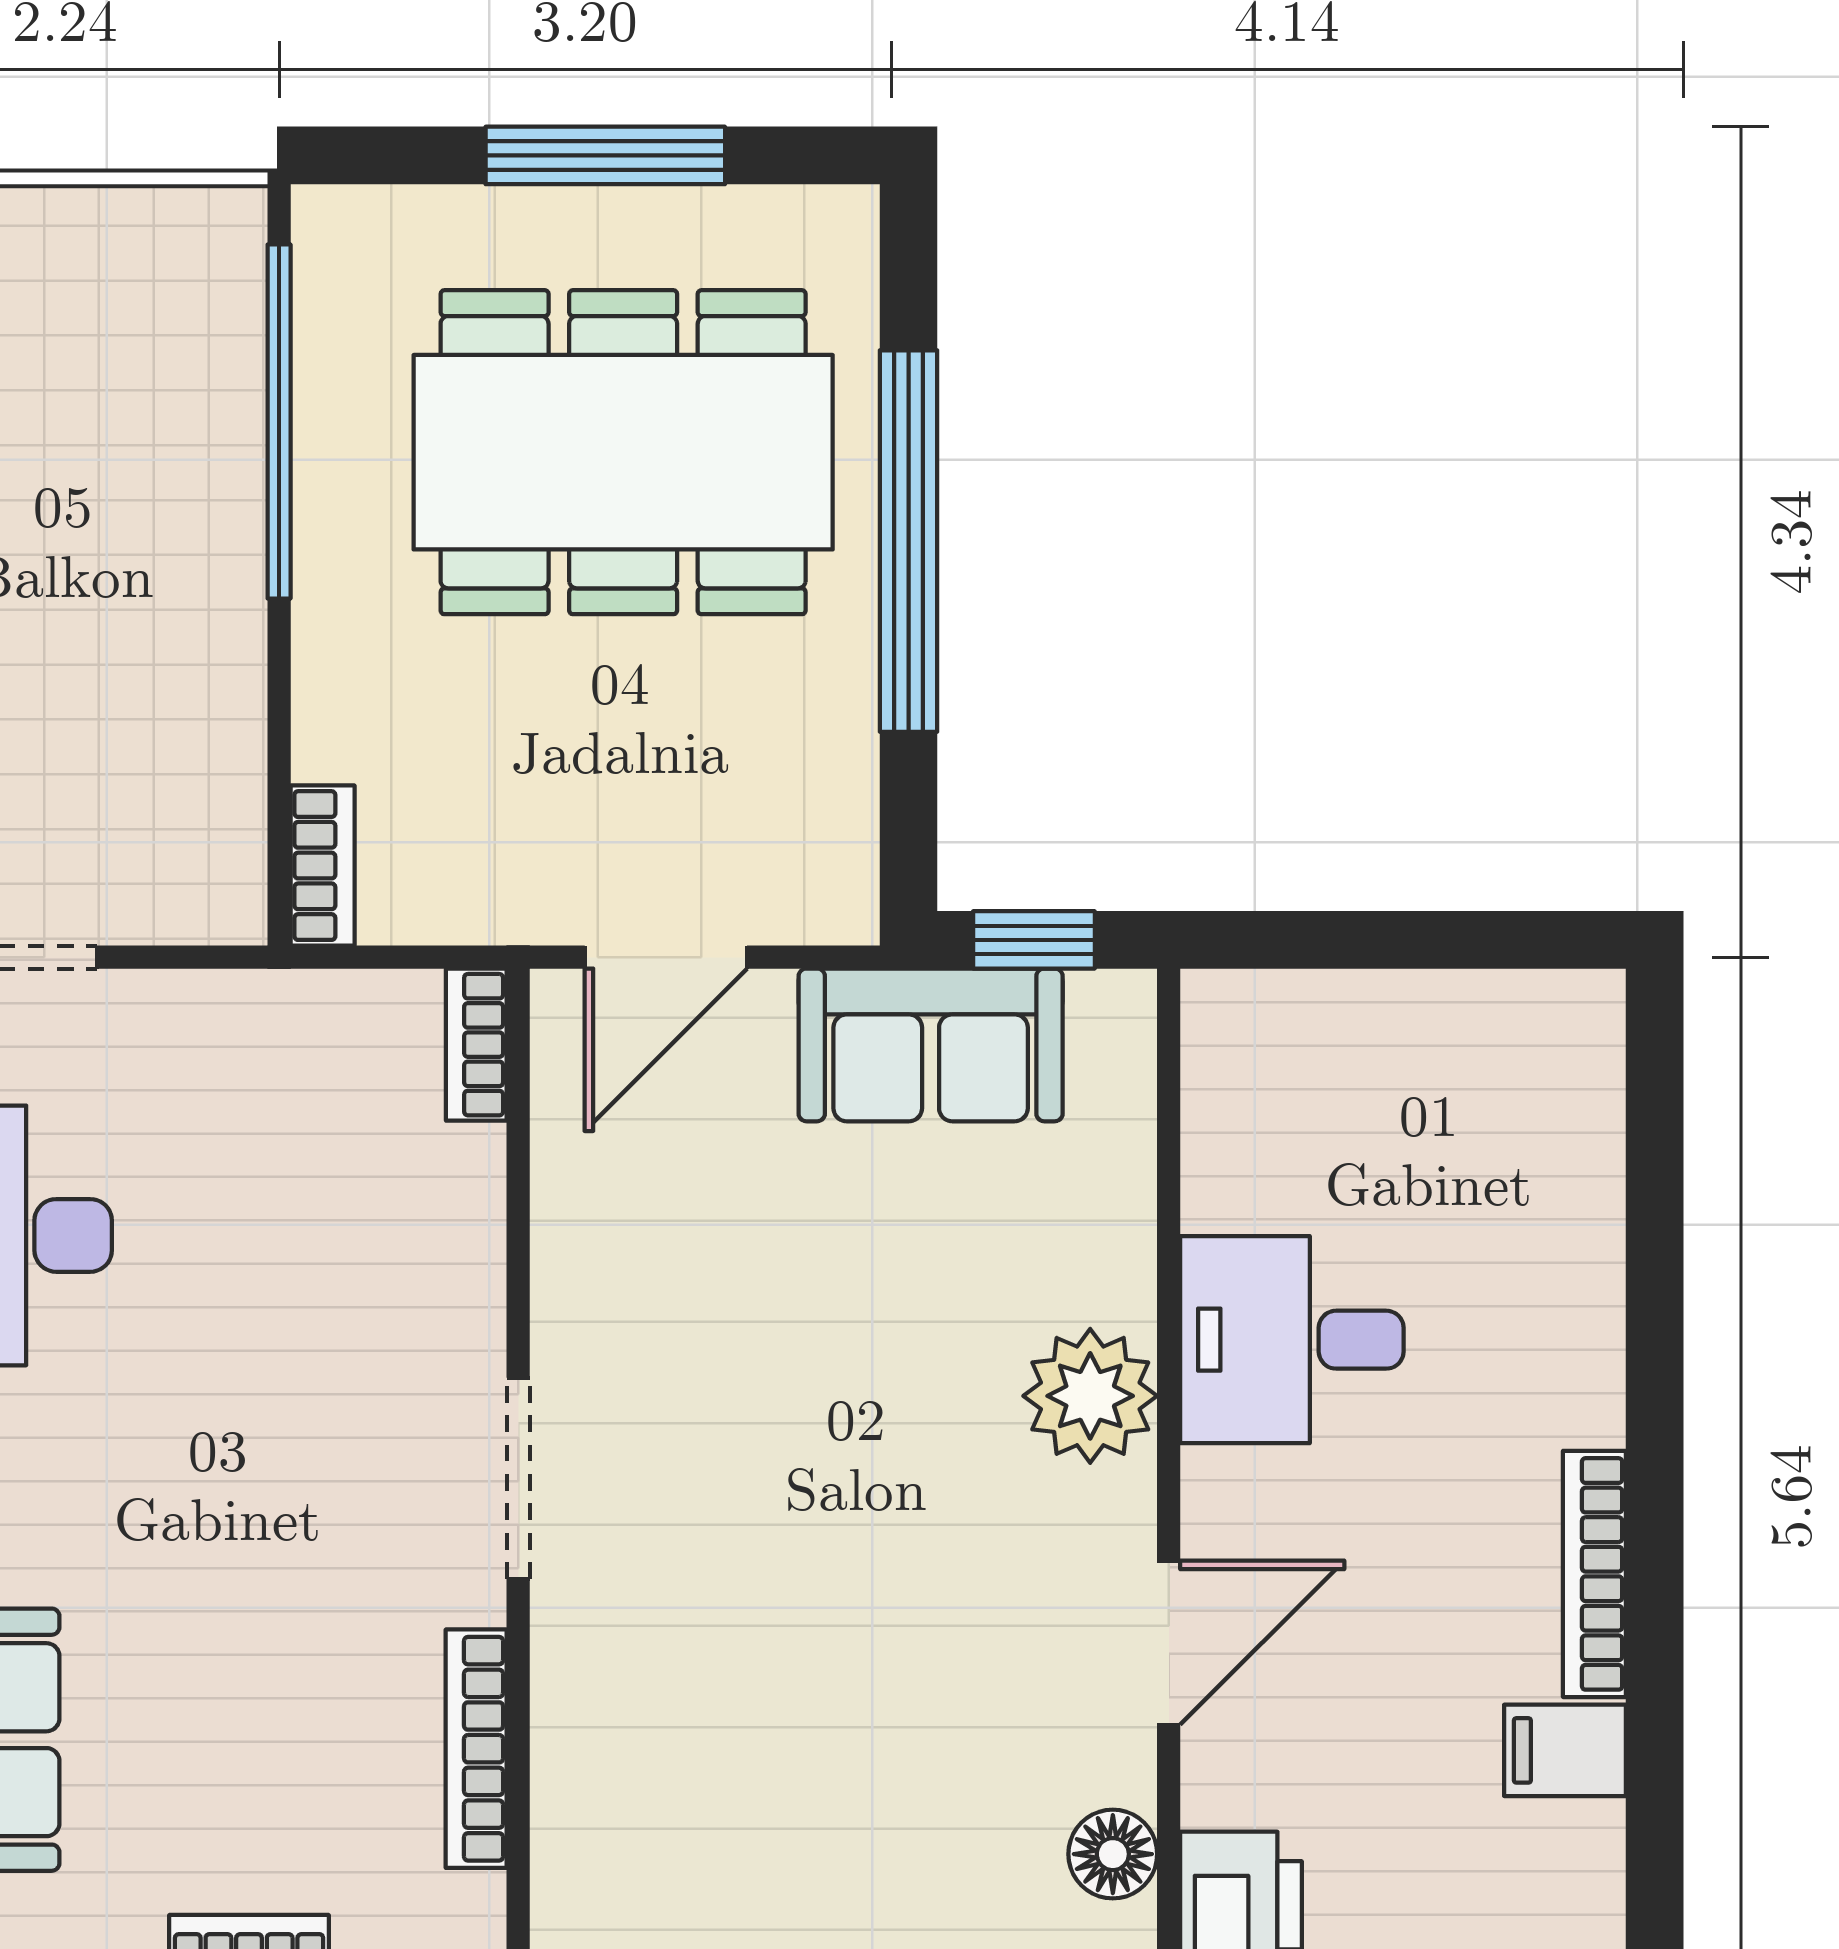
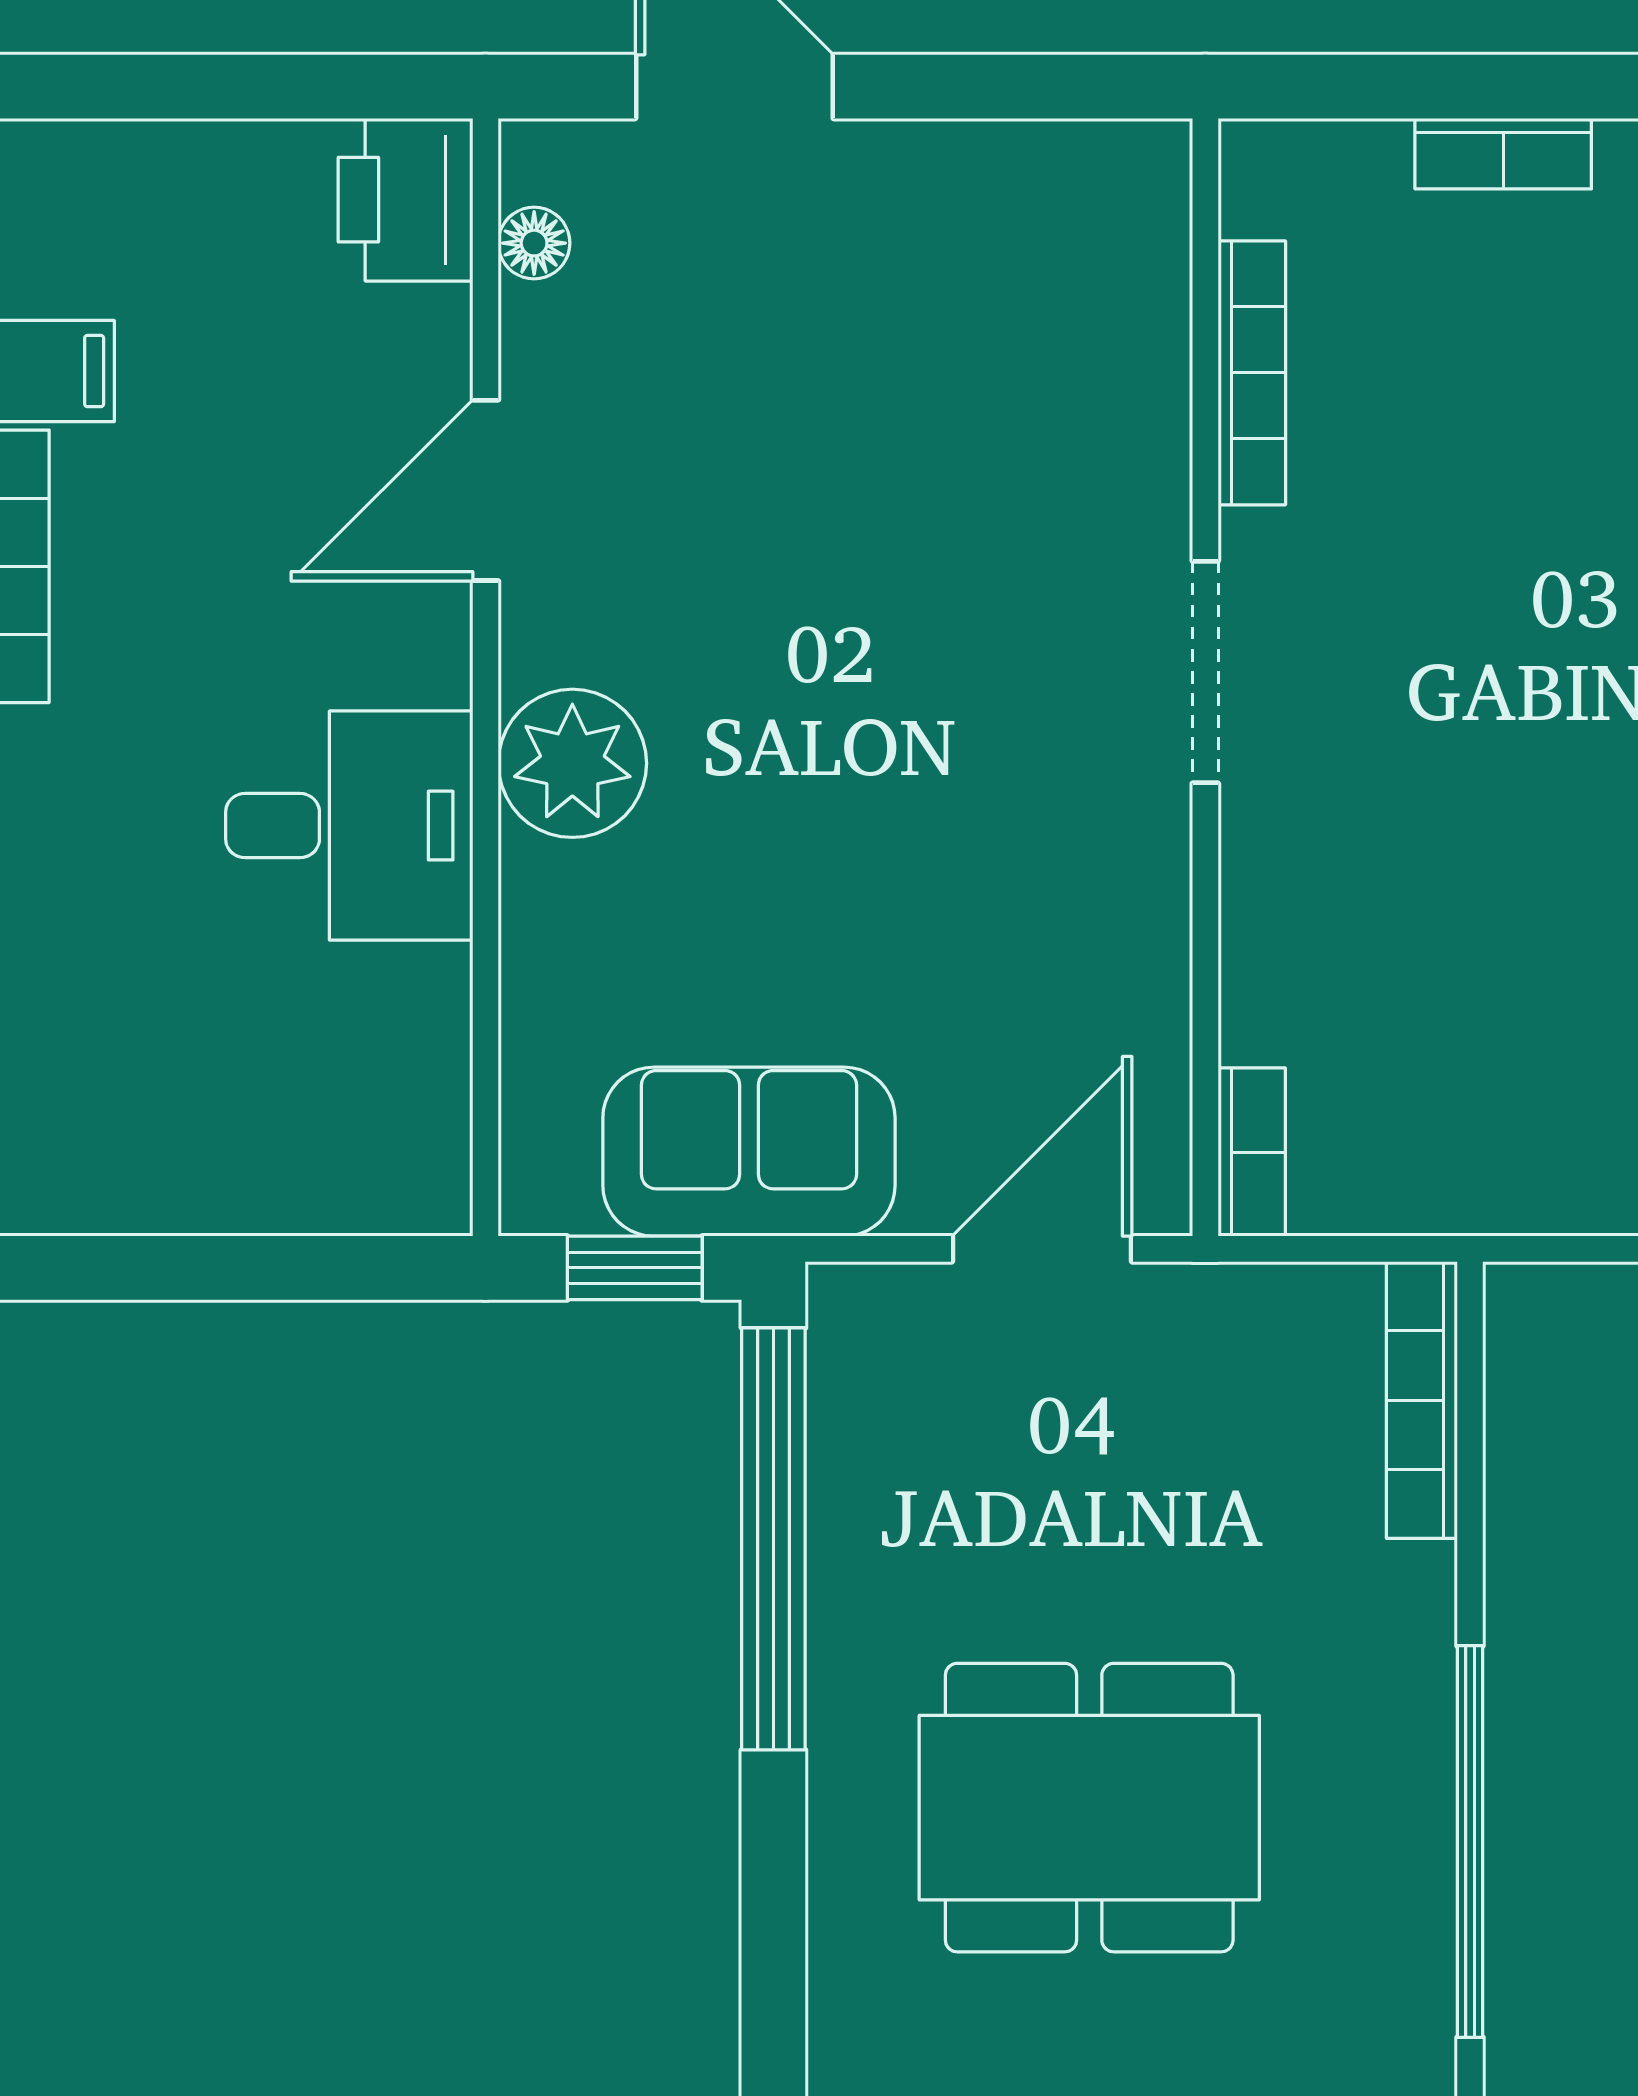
dining table: (623, 452) -> (1089, 1808), width x0.73, depth x0.80
window: (909, 541) -> (773, 1539), moved
bookcase: (323, 866) -> (1422, 1400), width x1.56
floor lamp: (1113, 1854) -> (534, 243), width x0.73, depth x0.73

